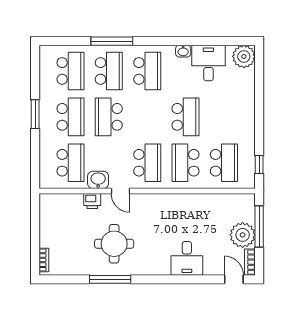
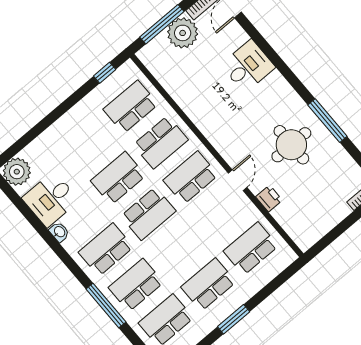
school desk: (109, 117) -> (148, 214), moved
washbasin: (98, 180) -> (245, 210), removed

